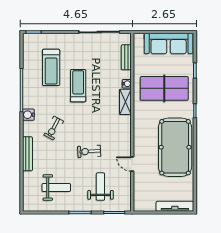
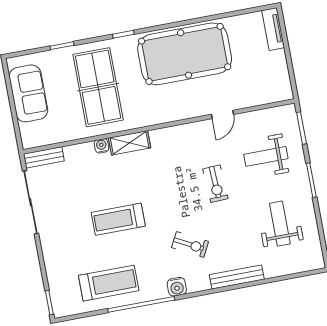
sofa: (169, 44) -> (28, 93), width x0.73
bench: (126, 57) -> (44, 157), moved
treadmill: (51, 67) -> (109, 283), moved
tv unit: (175, 206) -> (273, 29), width x0.71

